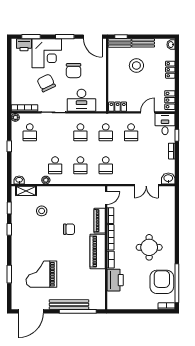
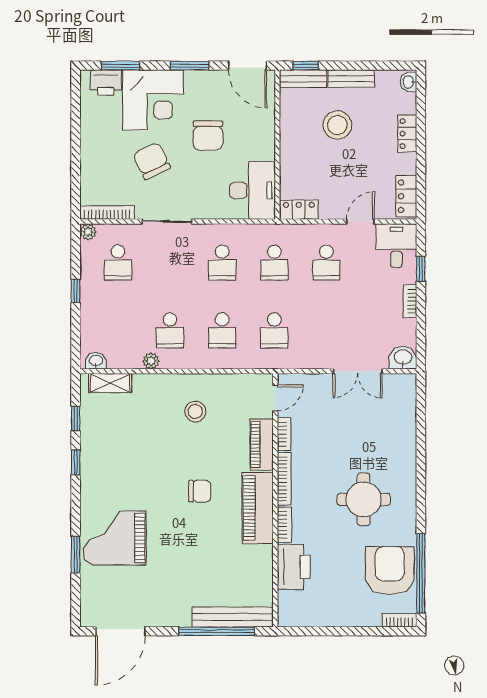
desk: (81, 100) -> (252, 190), moved, turned -90
stool: (42, 211) -> (195, 412), moved
chair: (69, 229) -> (200, 491), moved
grand piano: (41, 274) -> (115, 538), moved
bench: (69, 304) -> (233, 617), moved

